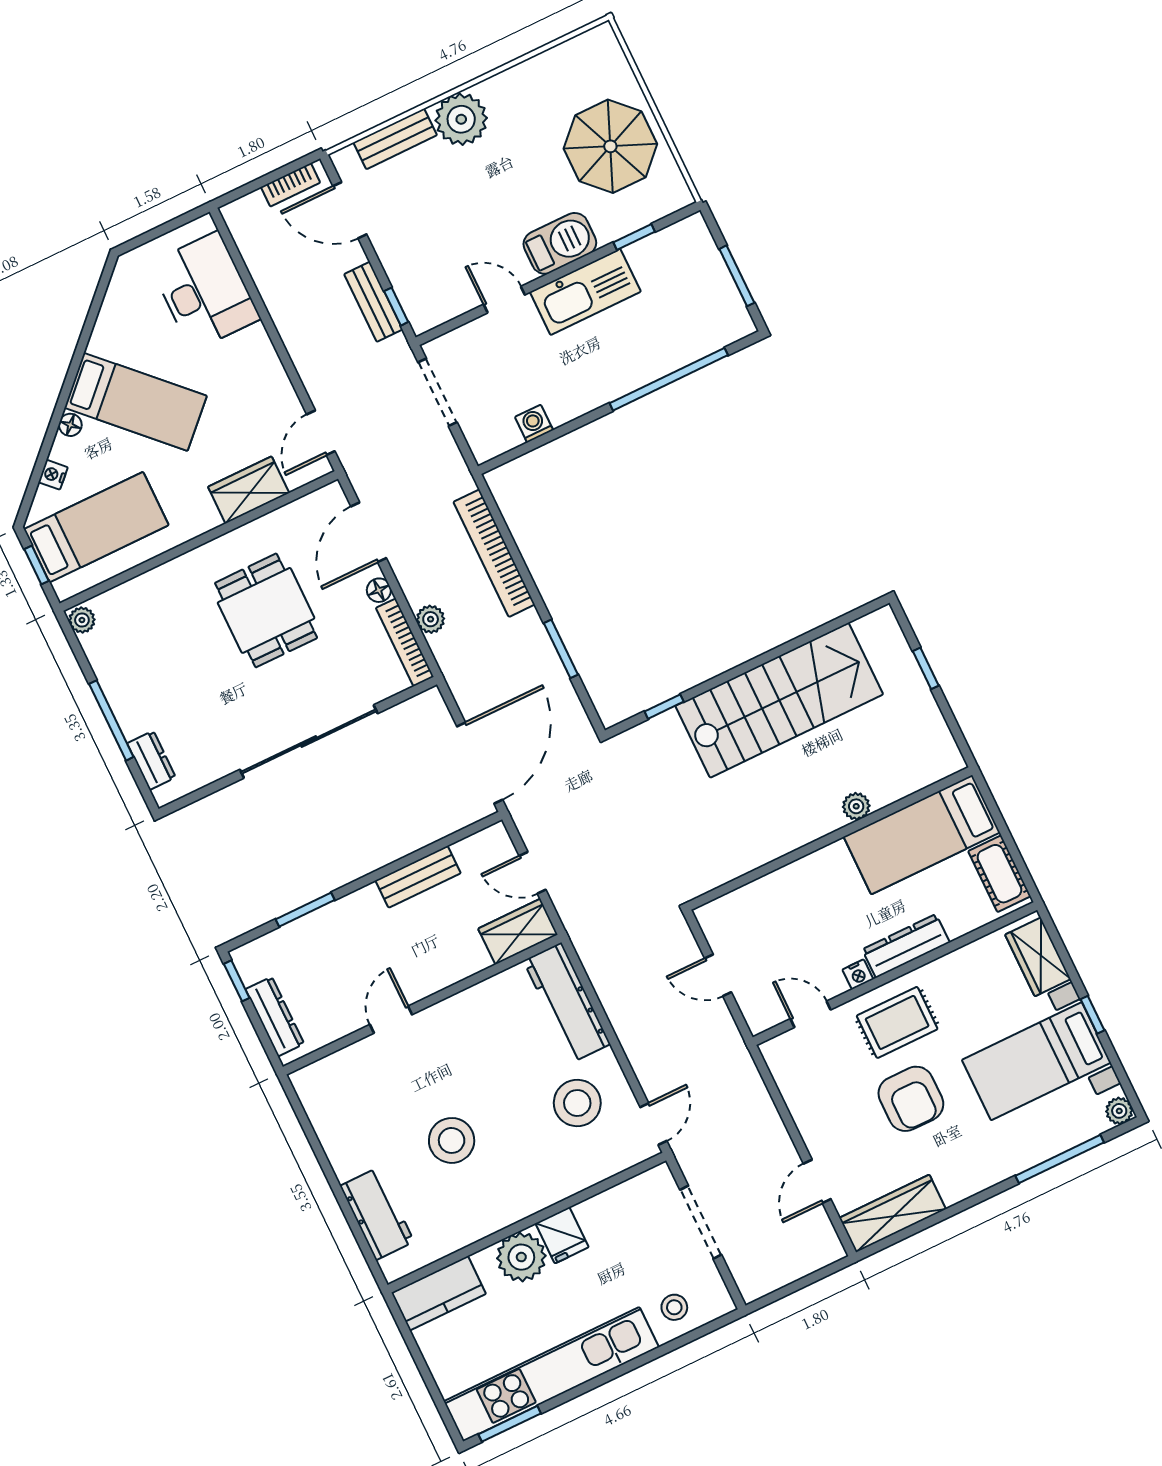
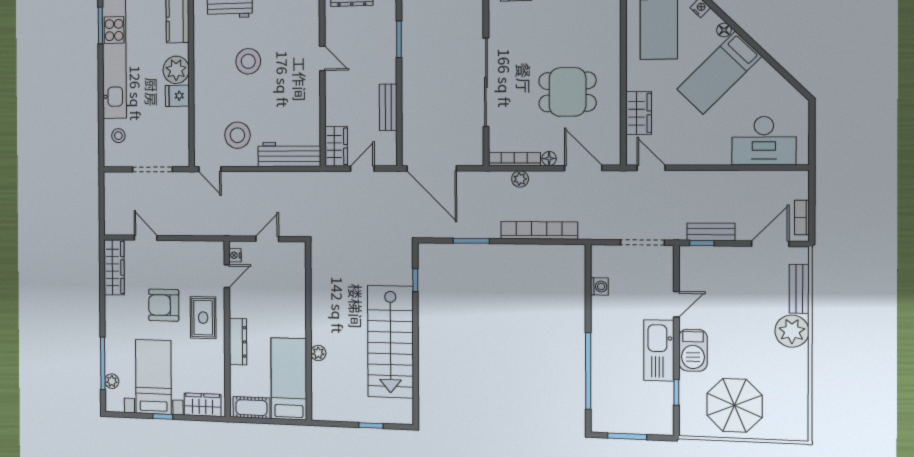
nightstand: (858, 974) -> (235, 255), moved
plant: (1119, 1111) -> (112, 381), moved

